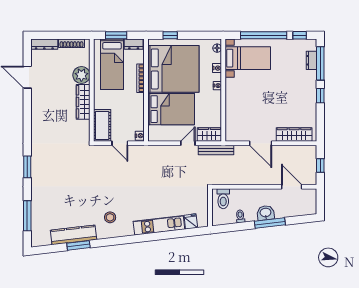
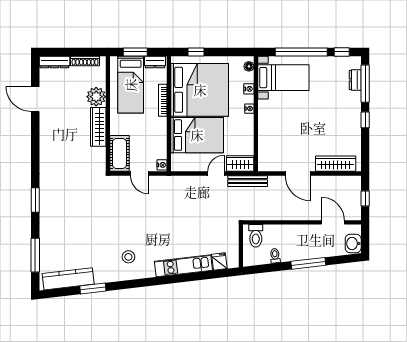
washbasin: (266, 213) -> (353, 244), moved, turned -83
kitchen counter: (74, 235) -> (68, 279), moved

